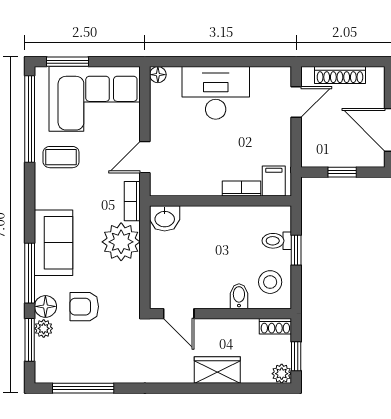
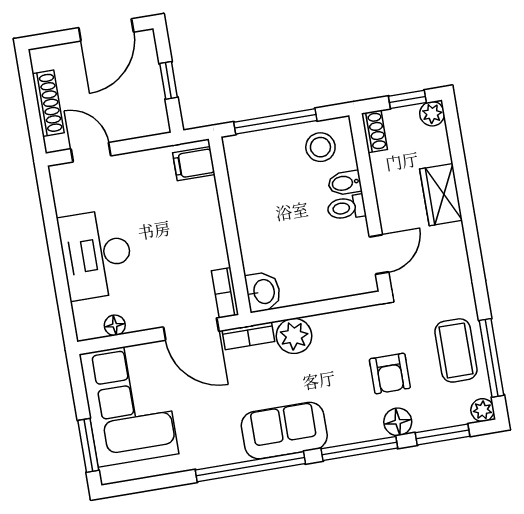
floor lamp: (158, 75) -> (115, 325), moved
window: (30, 119) -> (250, 467), moved
coffee table: (61, 157) -> (456, 350), moved, width x1.36, depth x1.30
door: (145, 157) -> (191, 329), width x1.38
bookcase: (241, 188) -> (225, 293), moved
toilet: (277, 241) -> (346, 208), moved, turned 90
plant: (121, 242) -> (294, 336), width x0.73, depth x0.73
sofa: (54, 243) -> (284, 431), moved
window: (296, 250) -> (275, 121), width x2.17
plant: (44, 328) -> (482, 410), moved

